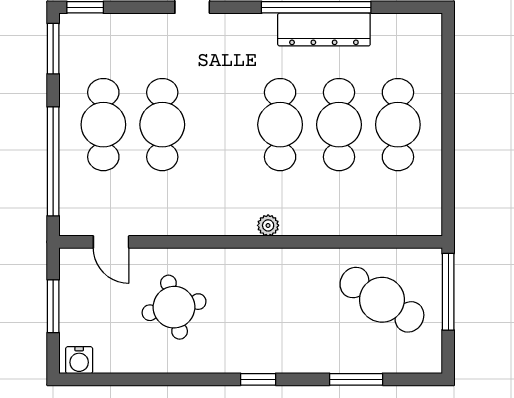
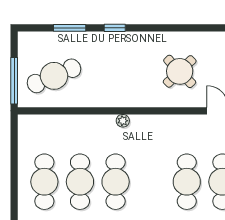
cafe table: (382, 300) -> (54, 76), turned -55
round table: (174, 307) -> (180, 71), turned -31
window: (258, 379) -> (115, 28), moved

